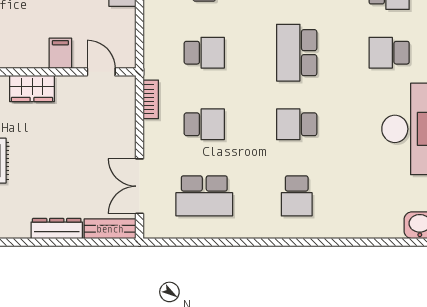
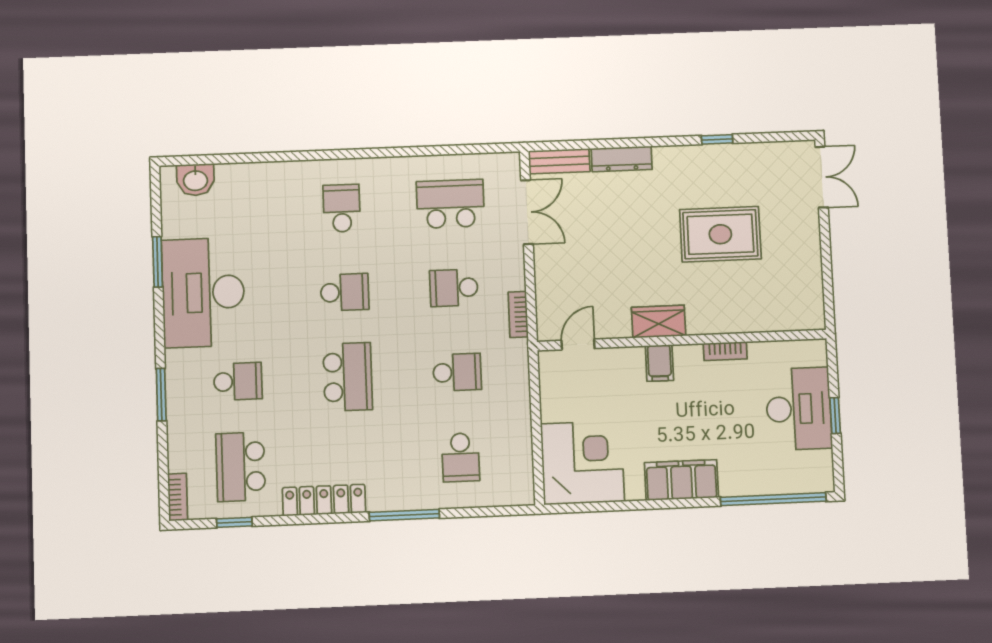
filing cabinet: (60, 53) -> (659, 363), moved
school desk: (204, 53) -> (457, 372), turned 180
door: (101, 72) -> (578, 344), swing flipped

